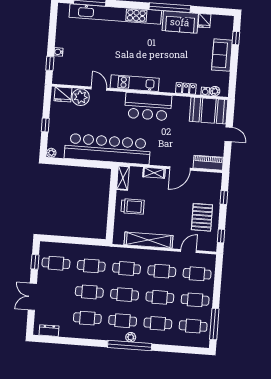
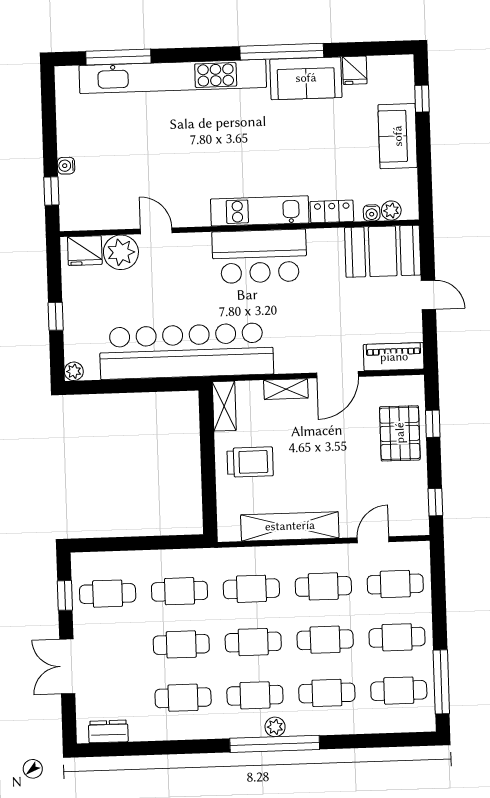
kitchen unit: (135, 83) -> (260, 211), moved
pallet: (202, 217) -> (400, 433), moved

